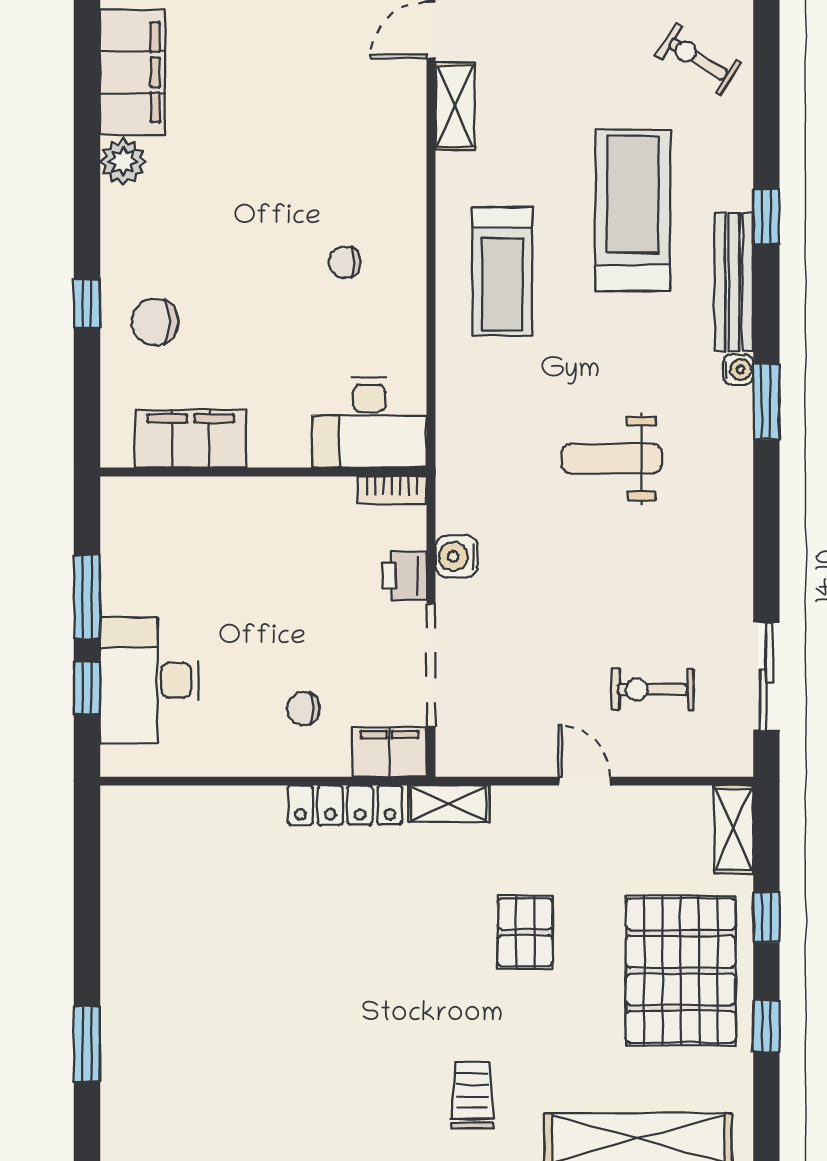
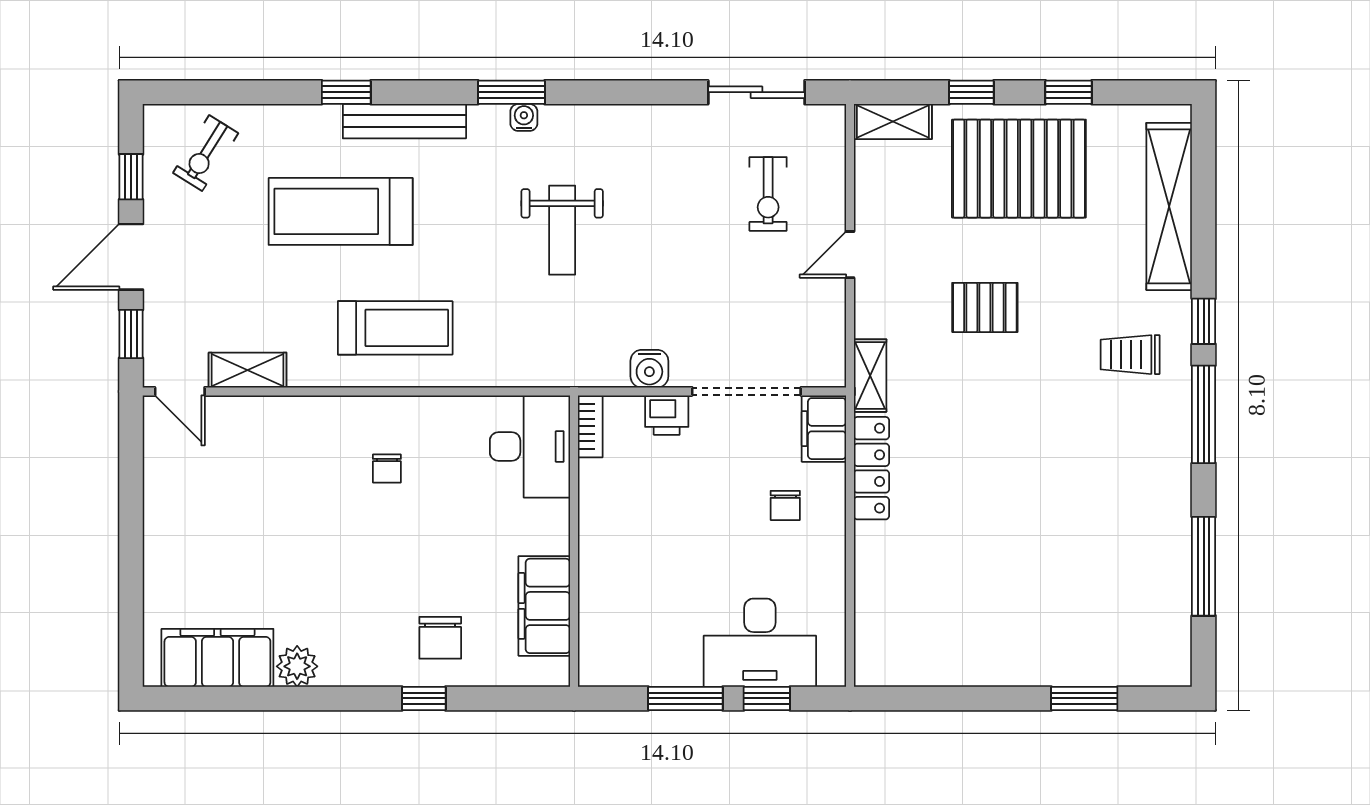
water cooler: (738, 370) -> (524, 117), moved

